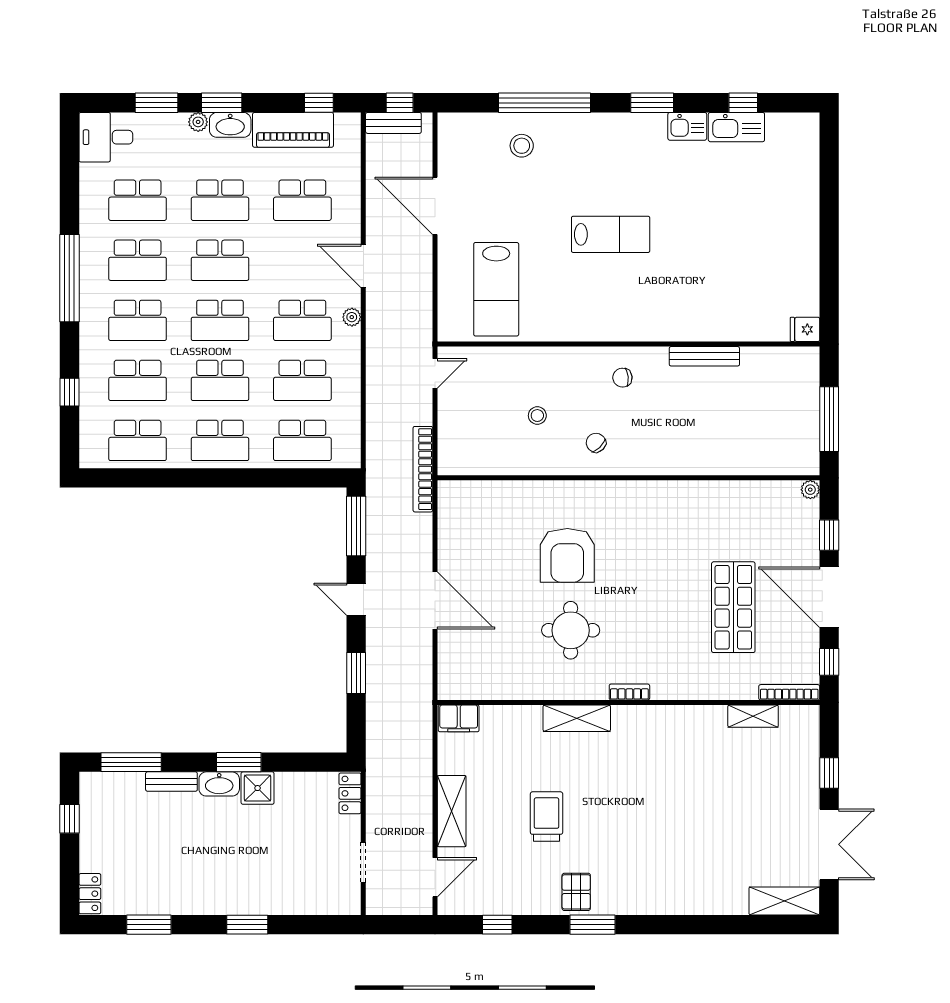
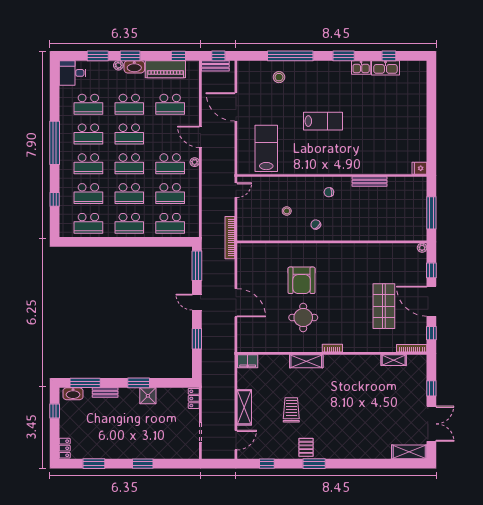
lab bench: (496, 289) -> (266, 148), turned 180
washbasin: (219, 784) -> (73, 394), moved

